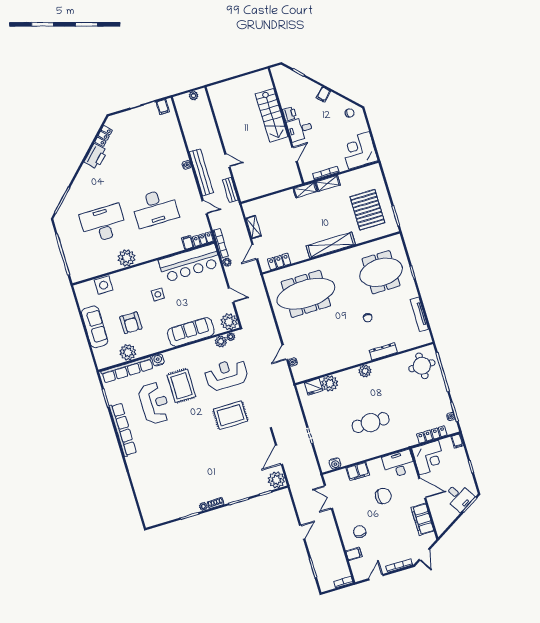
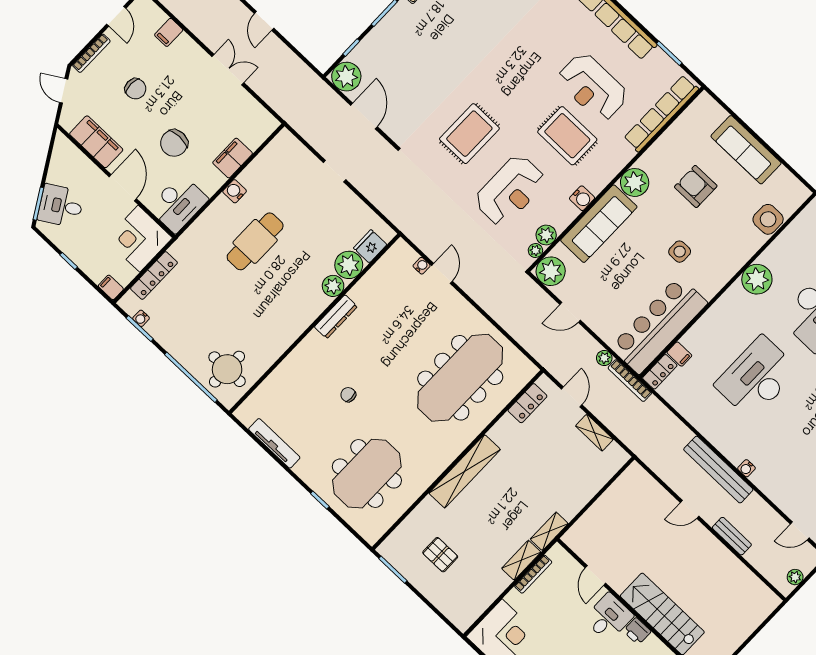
bench: (230, 190) -> (732, 536), moved
door: (205, 207) -> (800, 531), moved
pallet: (367, 210) -> (440, 555), width x0.49, depth x0.50
dresser: (383, 351) -> (336, 317), moved
plant: (128, 352) -> (635, 182), moved
water cooler: (158, 360) -> (582, 198), moved
plant: (365, 371) -> (333, 286), moved
water cooler: (335, 463) -> (235, 191), moved
door: (422, 488) -> (123, 188), swing flipped
double door: (328, 497) -> (228, 70), moved
chair: (360, 532) -> (135, 89), moved

